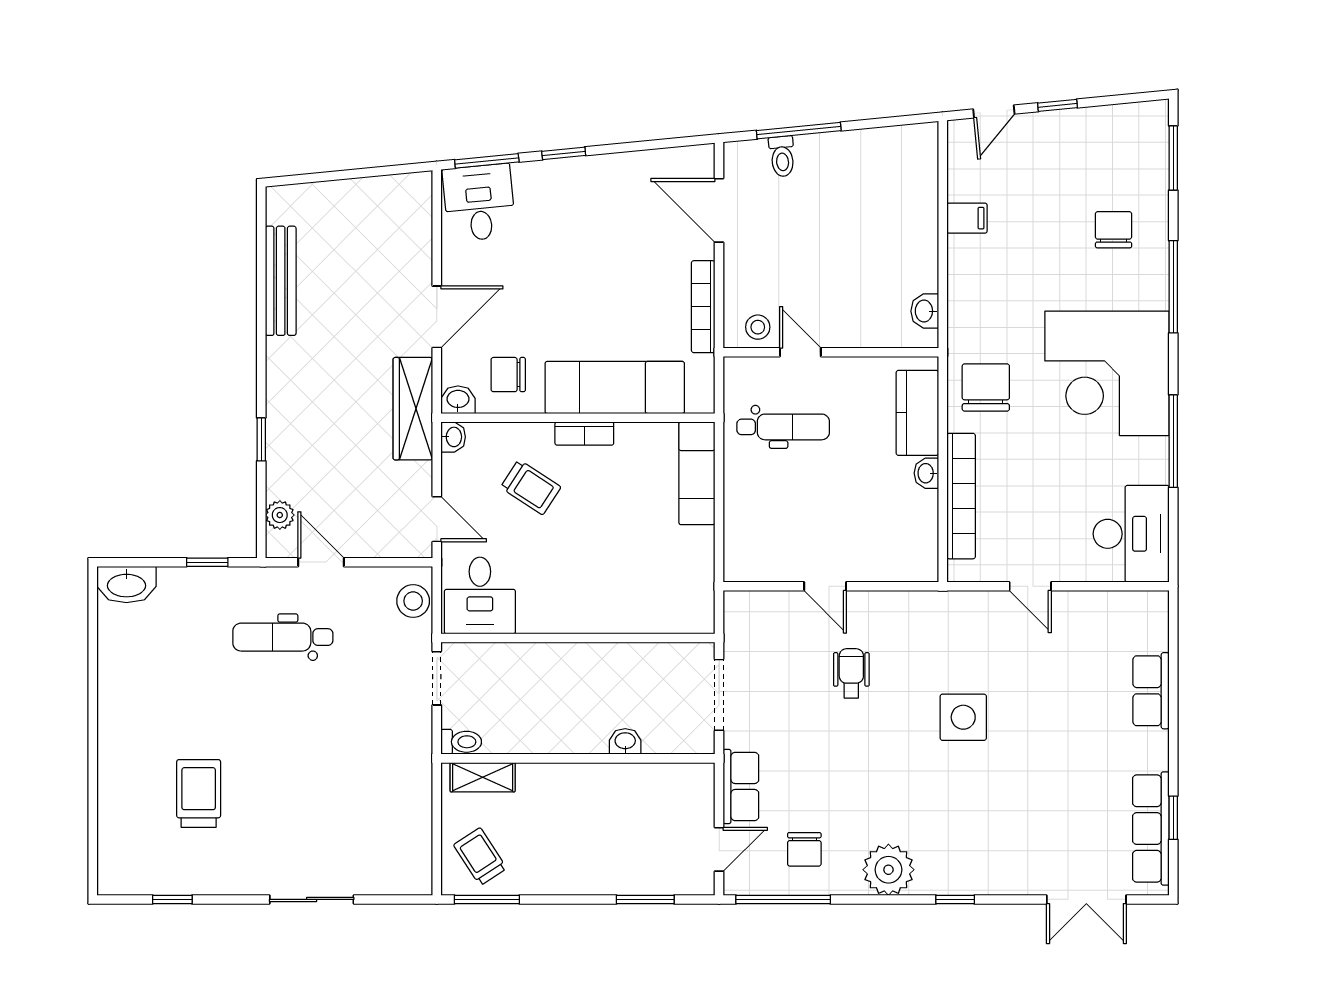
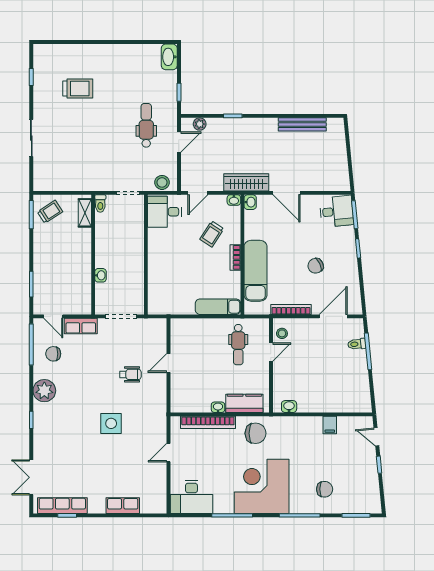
chair: (508, 375) -> (316, 266), moved, turned -115

